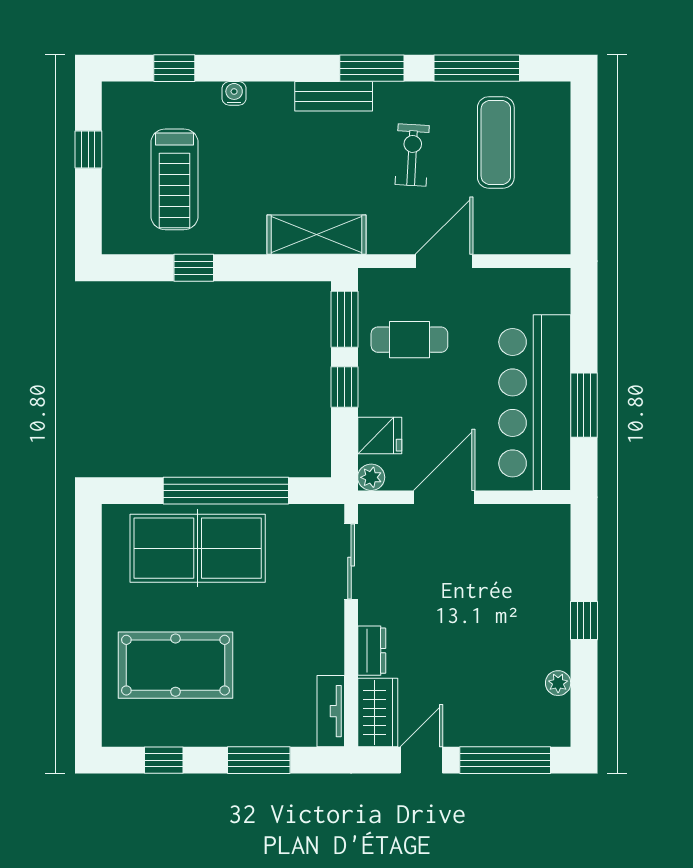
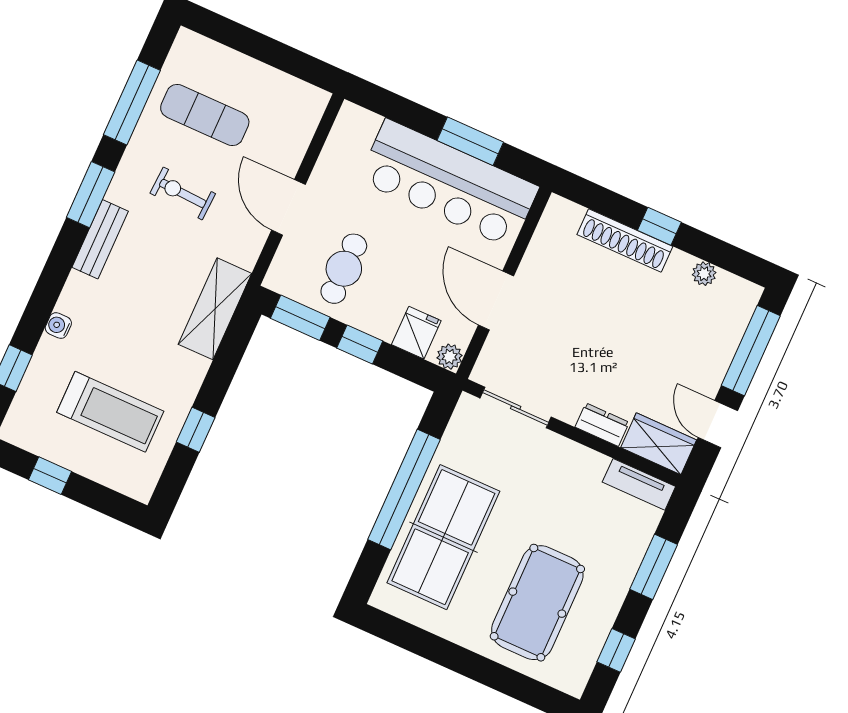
shoe rack: (556, 594) -> (625, 240), added

